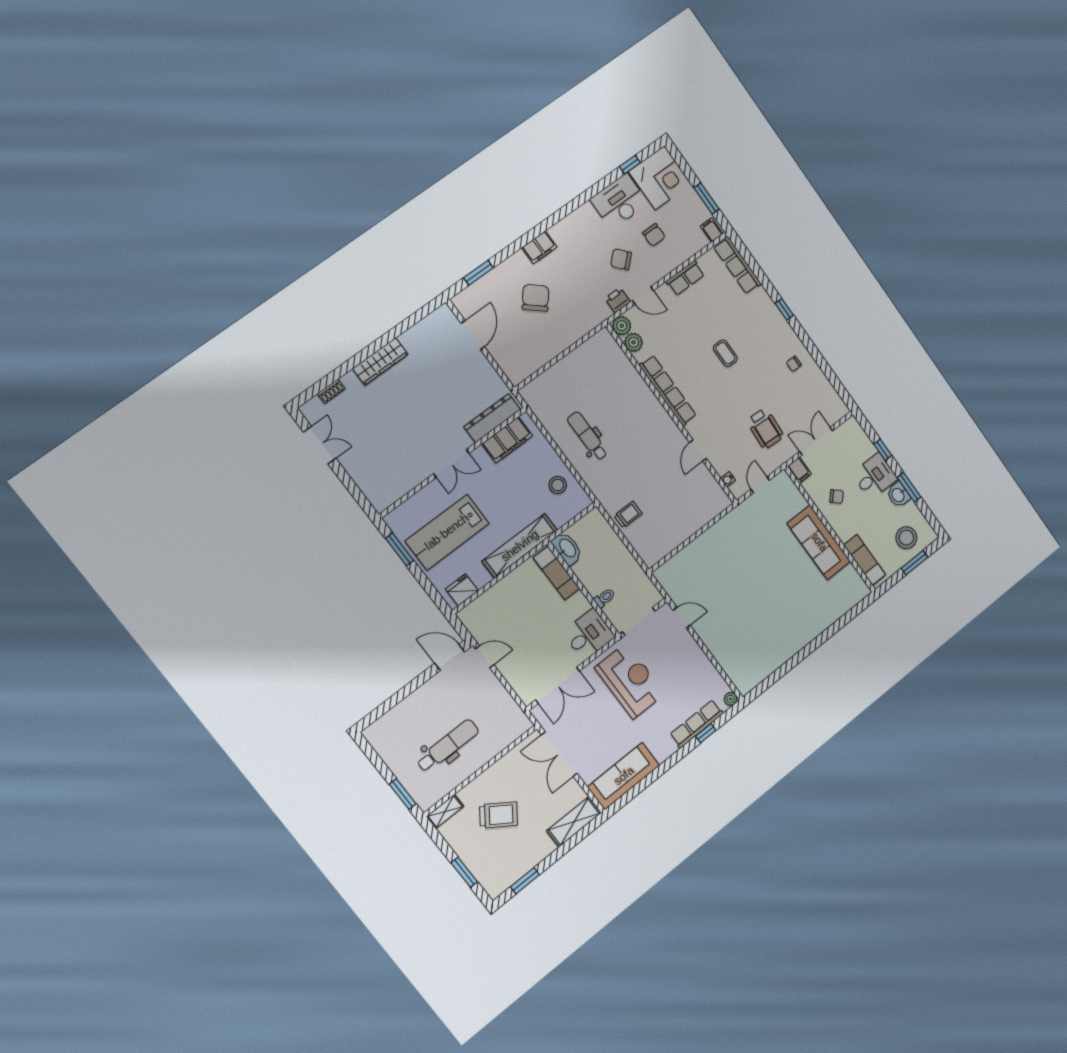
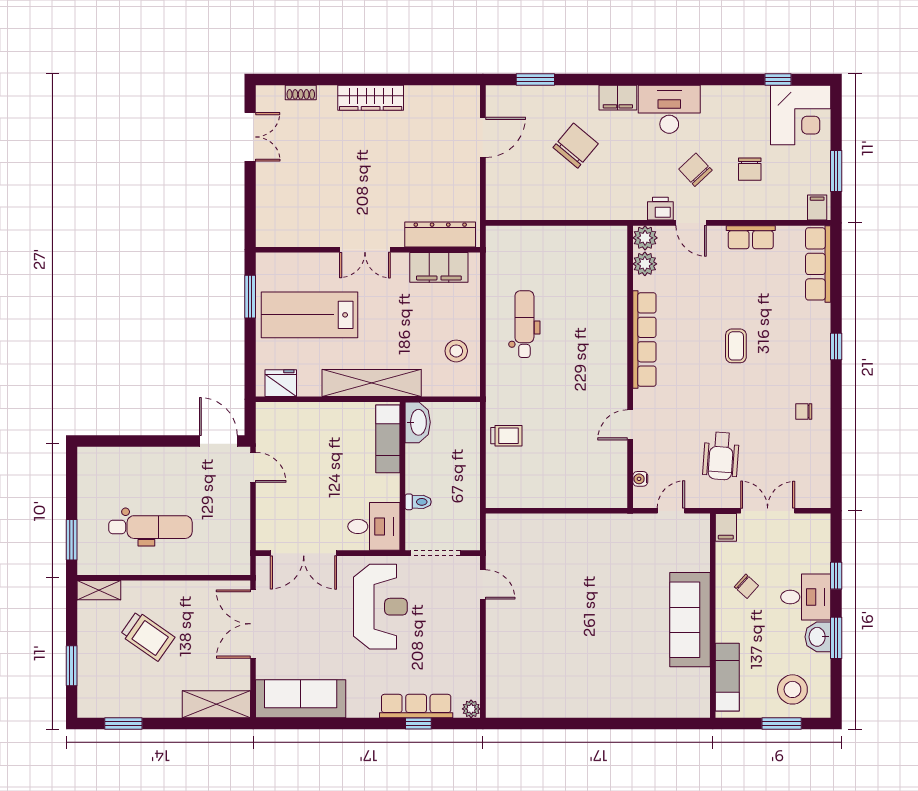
desk: (619, 201) -> (669, 109), moved

